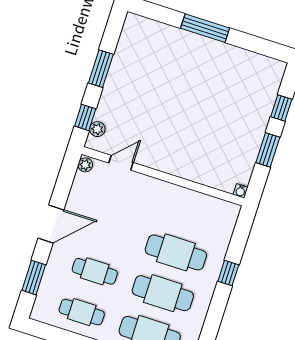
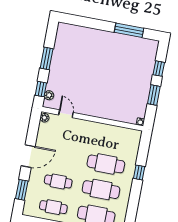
window: (205, 28) -> (129, 30), moved
door: (121, 163) -> (66, 114), hinge flipped

